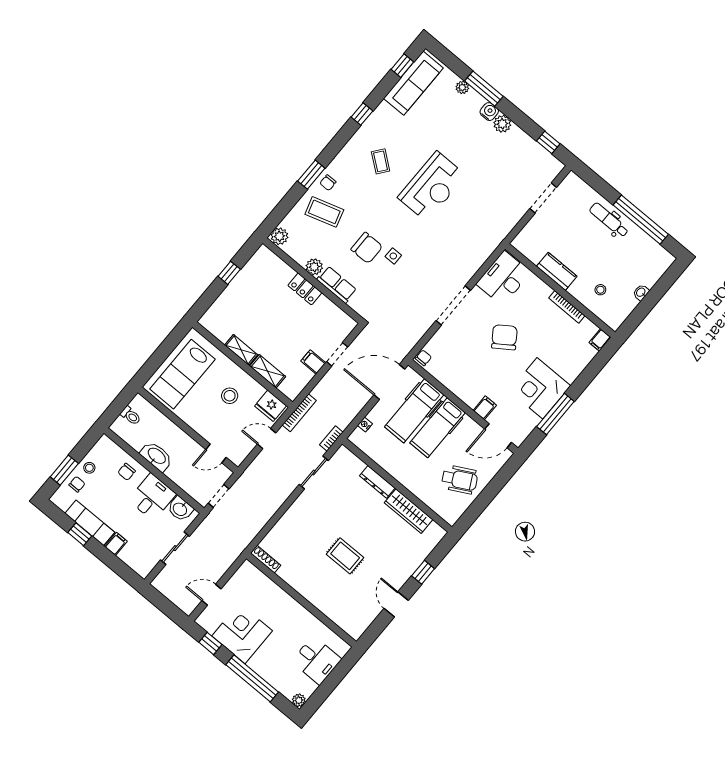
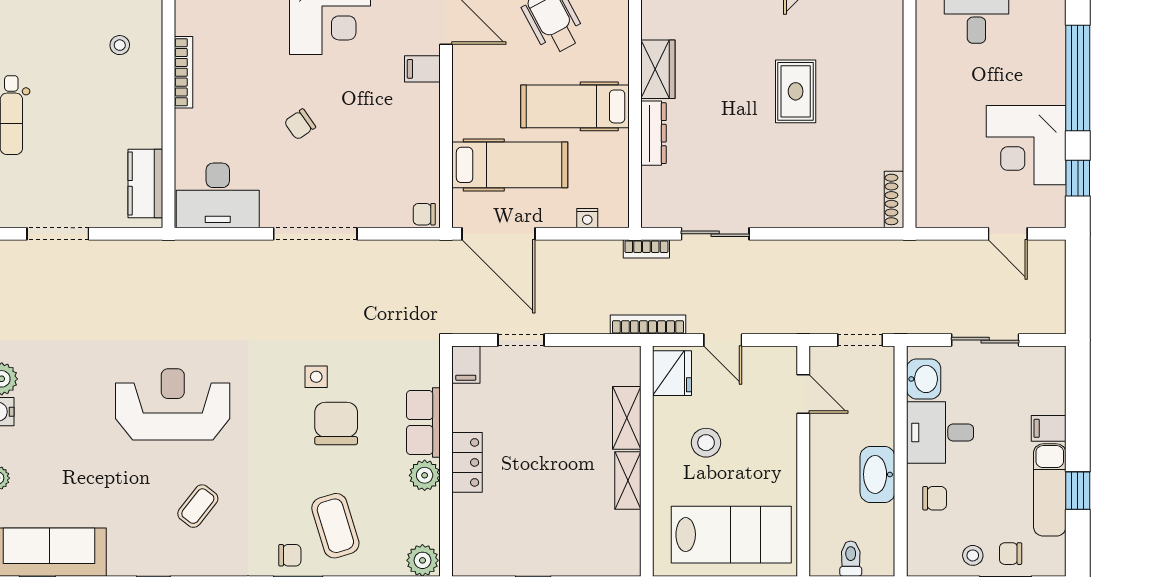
kitchen counter: (557, 271) -> (145, 183), moved
chair: (504, 337) -> (300, 124), width x0.54, depth x0.54
filing cabinet: (313, 362) -> (466, 365), moved
hospital bed: (438, 428) -> (575, 106), moved, turned 180
wardrobe: (409, 511) -> (658, 69), width x0.67

